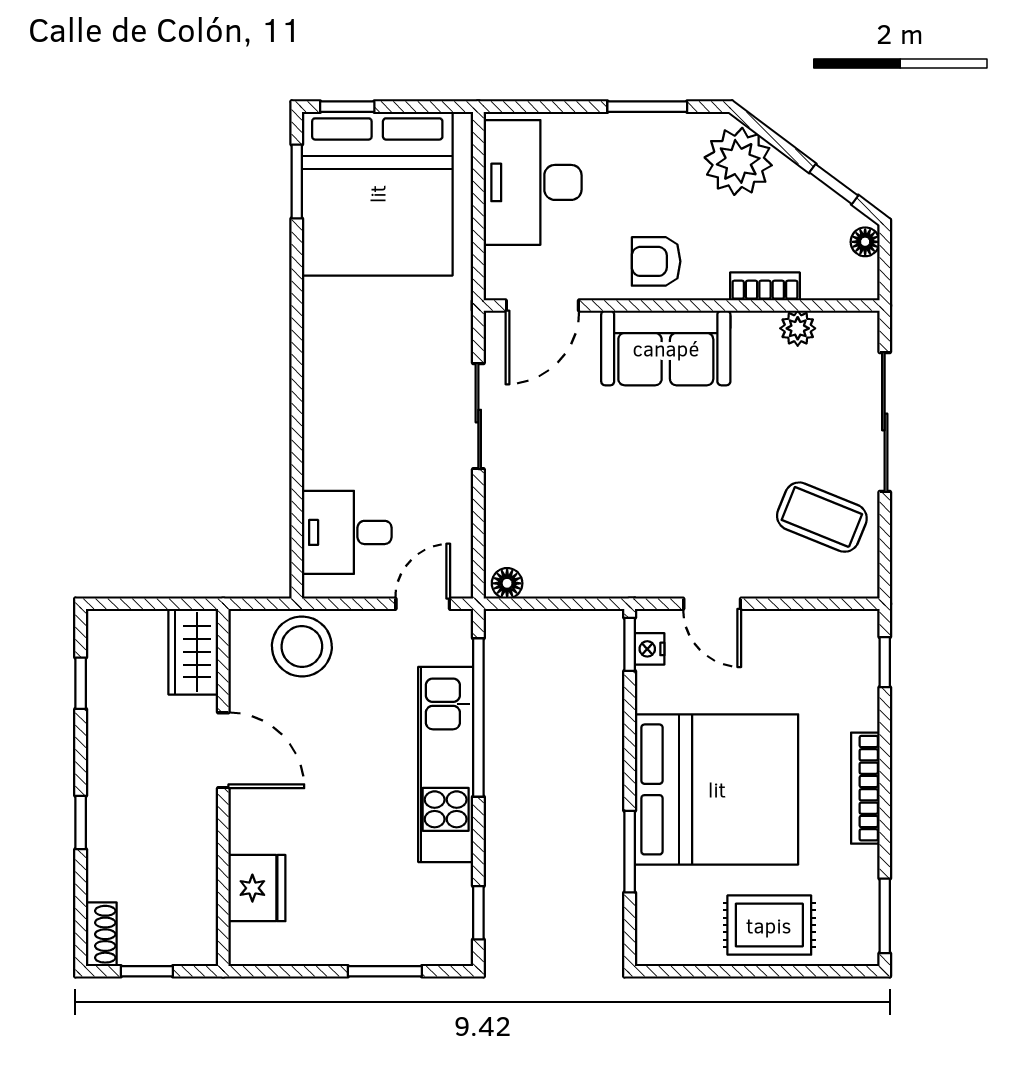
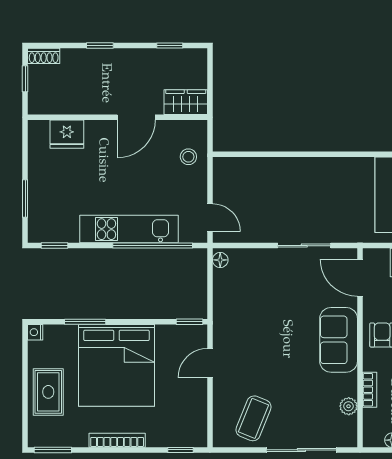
desk: (347, 532) -> (246, 179), removed
stool: (302, 647) -> (188, 157), width x0.53, depth x0.53
nightstand: (650, 649) -> (35, 332), moved, turned -90

